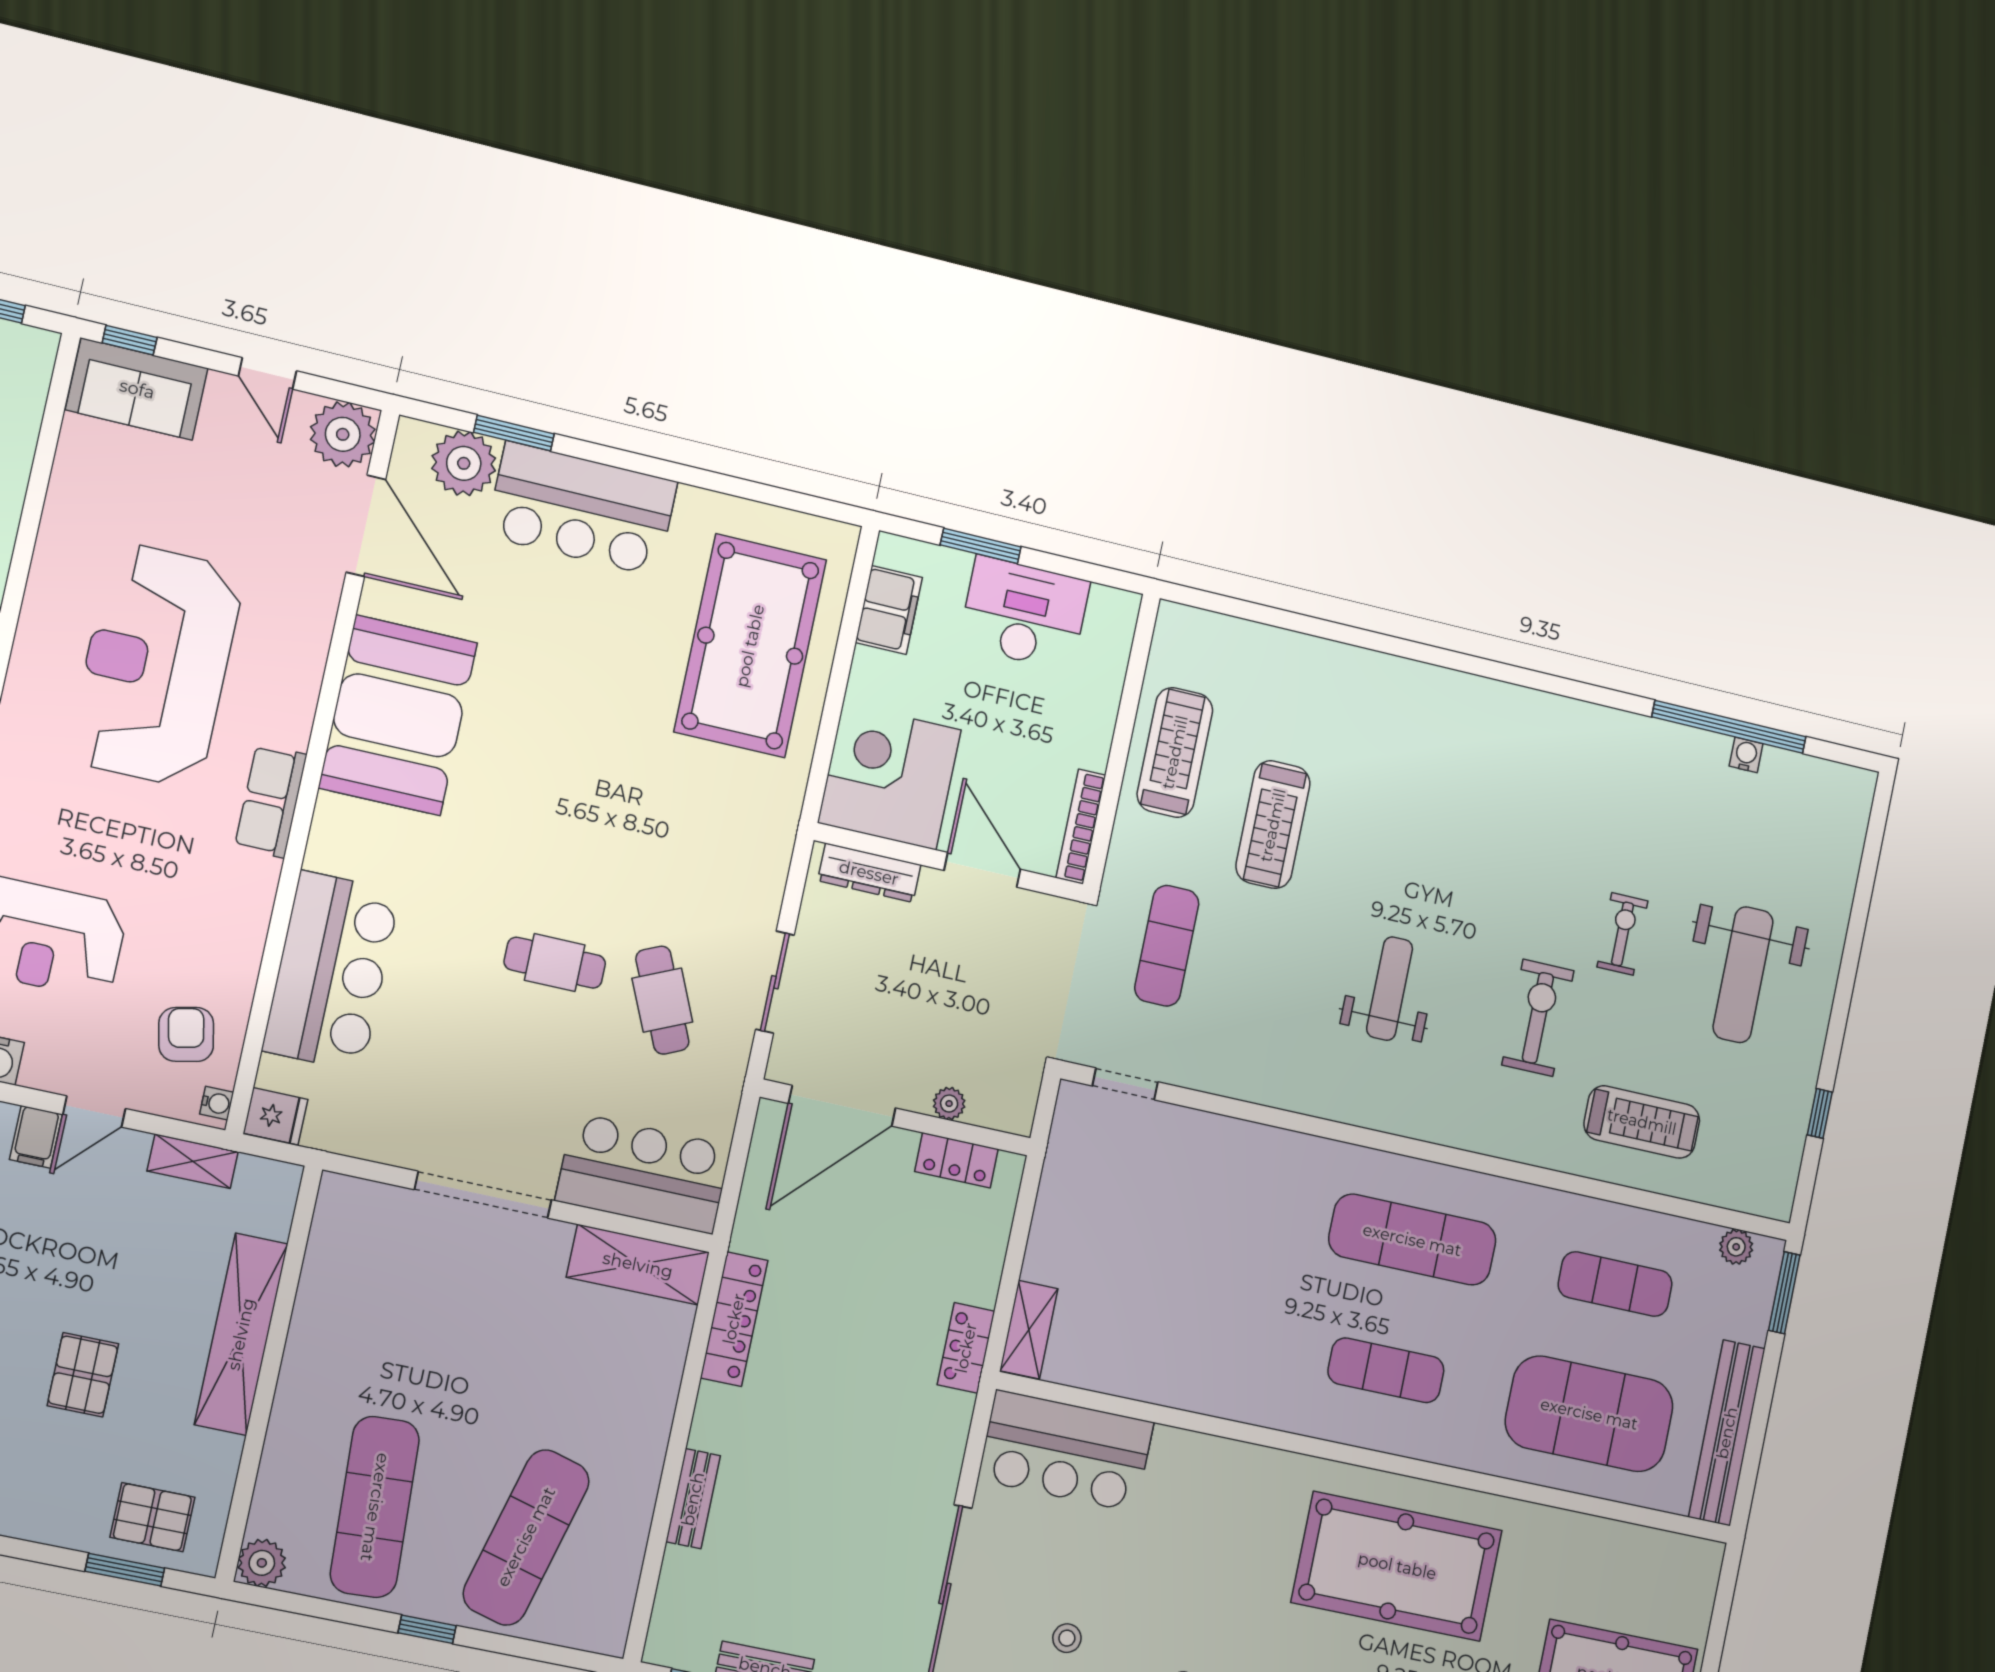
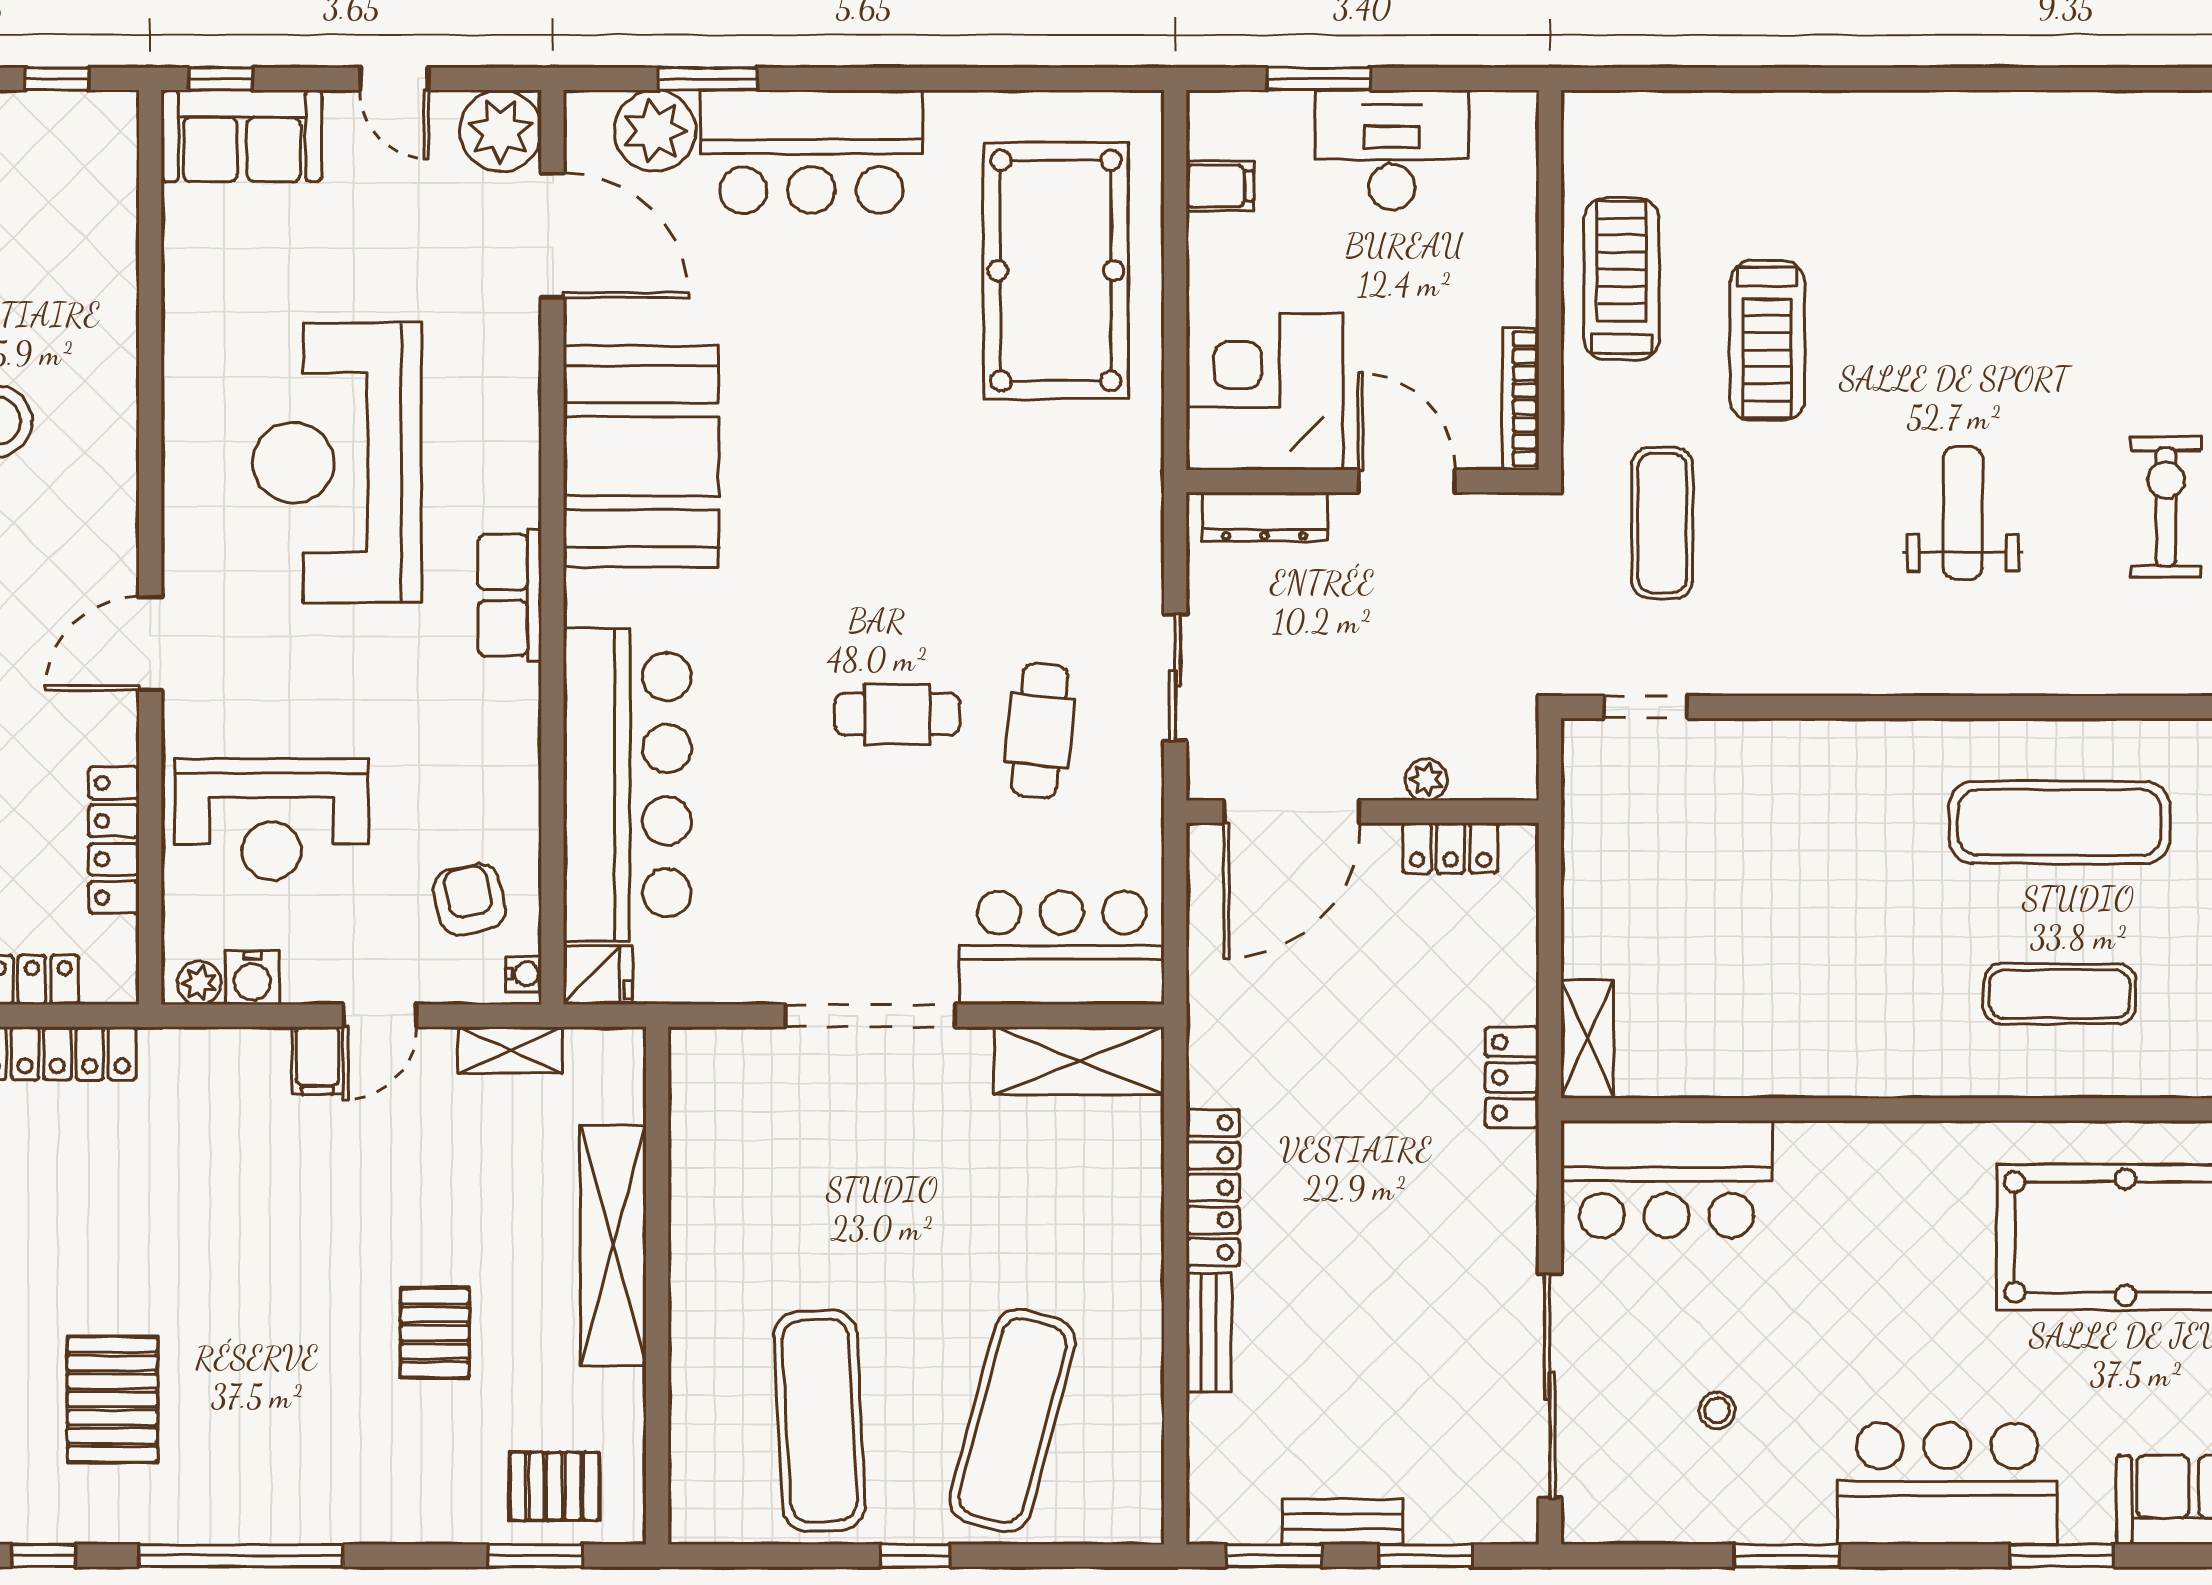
filing cabinet: (889, 610) -> (1220, 186), width x0.50
bar counter: (331, 971) -> (627, 785), width x1.36
cafe table: (662, 1000) -> (1040, 731), turned 30
locker: (734, 1319) -> (1213, 1188), moved
plant: (262, 1563) -> (698, 1515), removed

